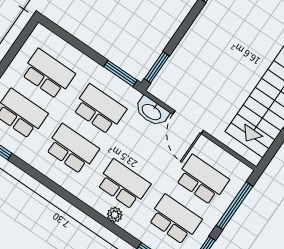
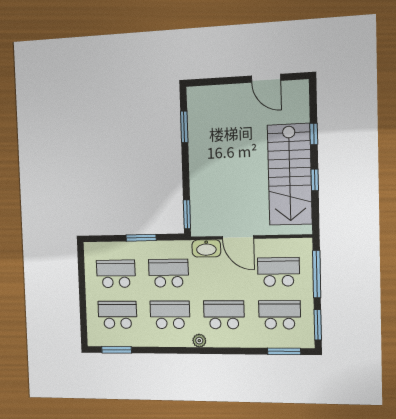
window: (120, 73) -> (141, 238), moved
plant: (115, 215) -> (199, 341), moved

